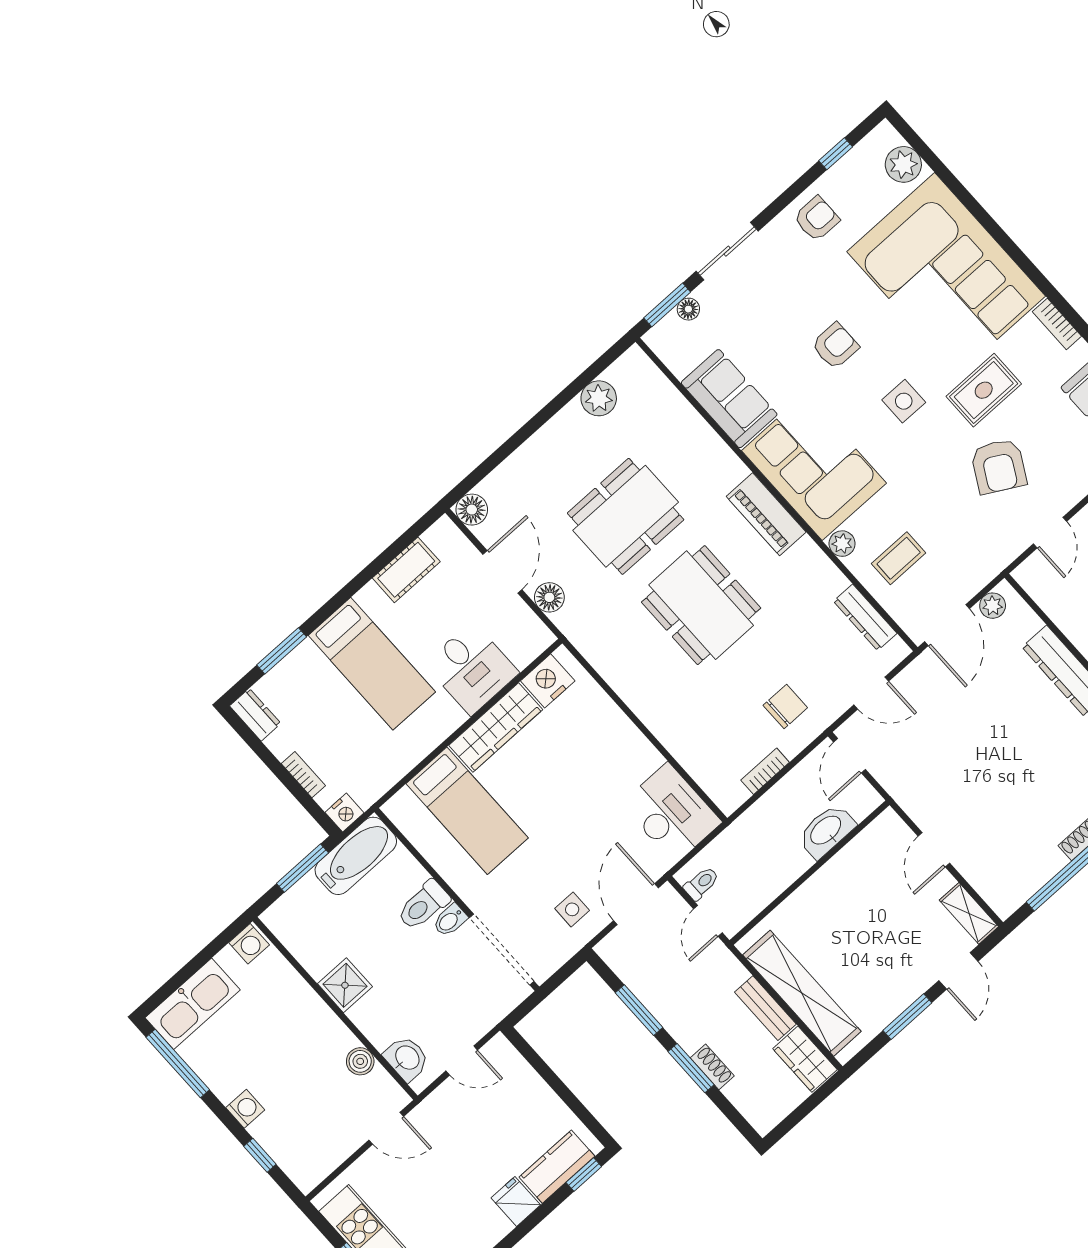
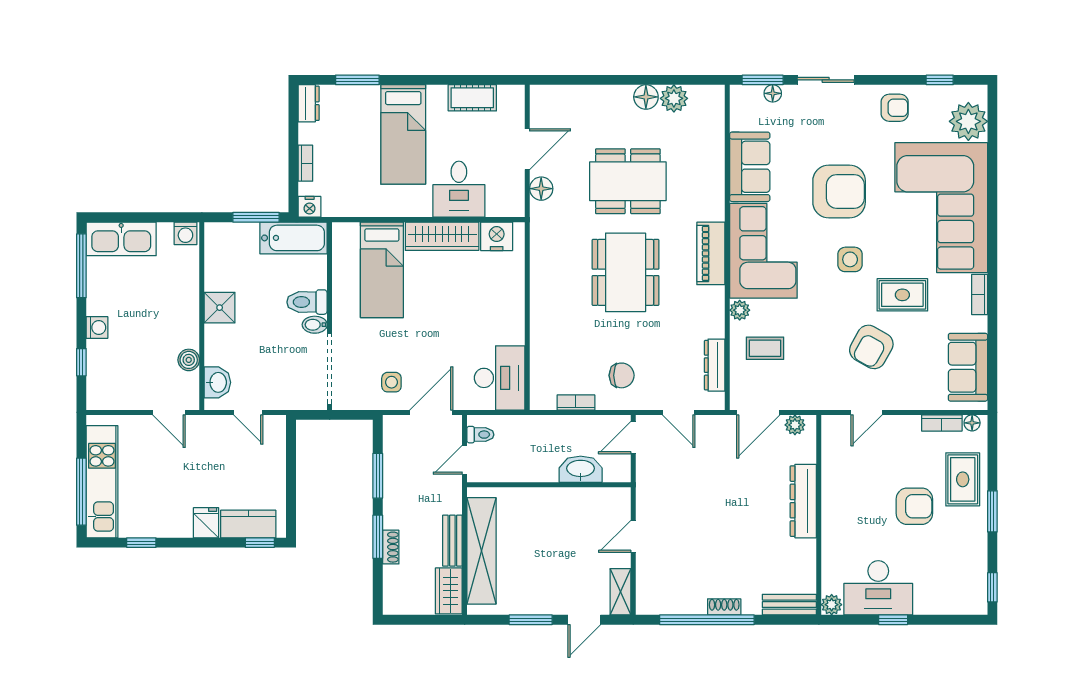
plant: (903, 164) -> (968, 121), width x1.36, depth x1.36
armchair: (835, 346) -> (839, 191), width x1.88, depth x1.88
floor lamp: (472, 510) -> (646, 97), moved

